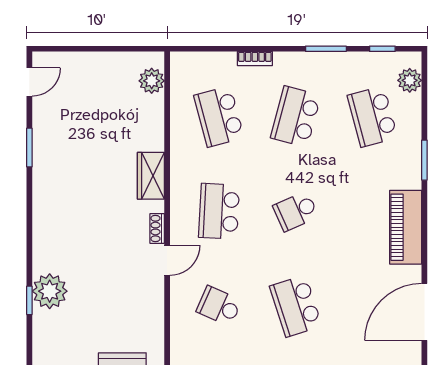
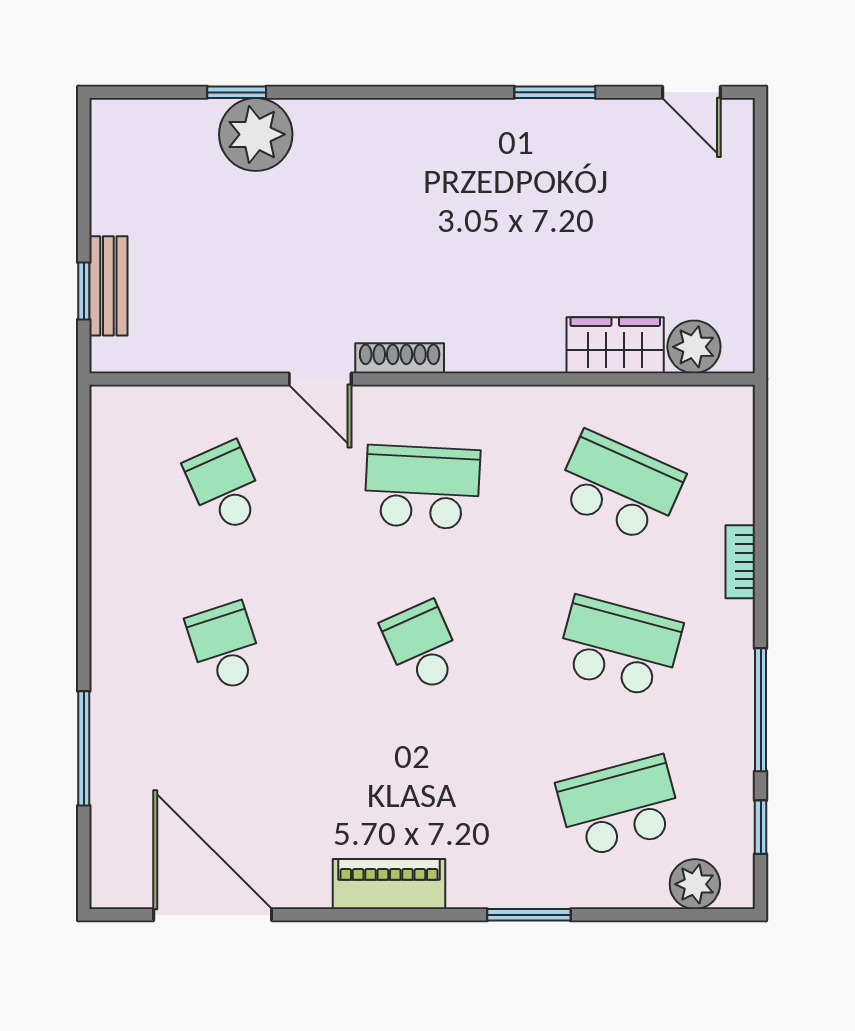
window: (326, 49) -> (761, 710), width x1.44
school desk: (219, 117) -> (619, 487), turned 39
wardrobe: (151, 176) -> (615, 345), moved
piano: (406, 227) -> (389, 884), width x0.73, depth x0.75
shoe rack: (157, 229) -> (400, 358), width x1.43
school desk: (219, 306) -> (225, 487), turned -48
school desk: (296, 306) -> (225, 647), width x0.54

